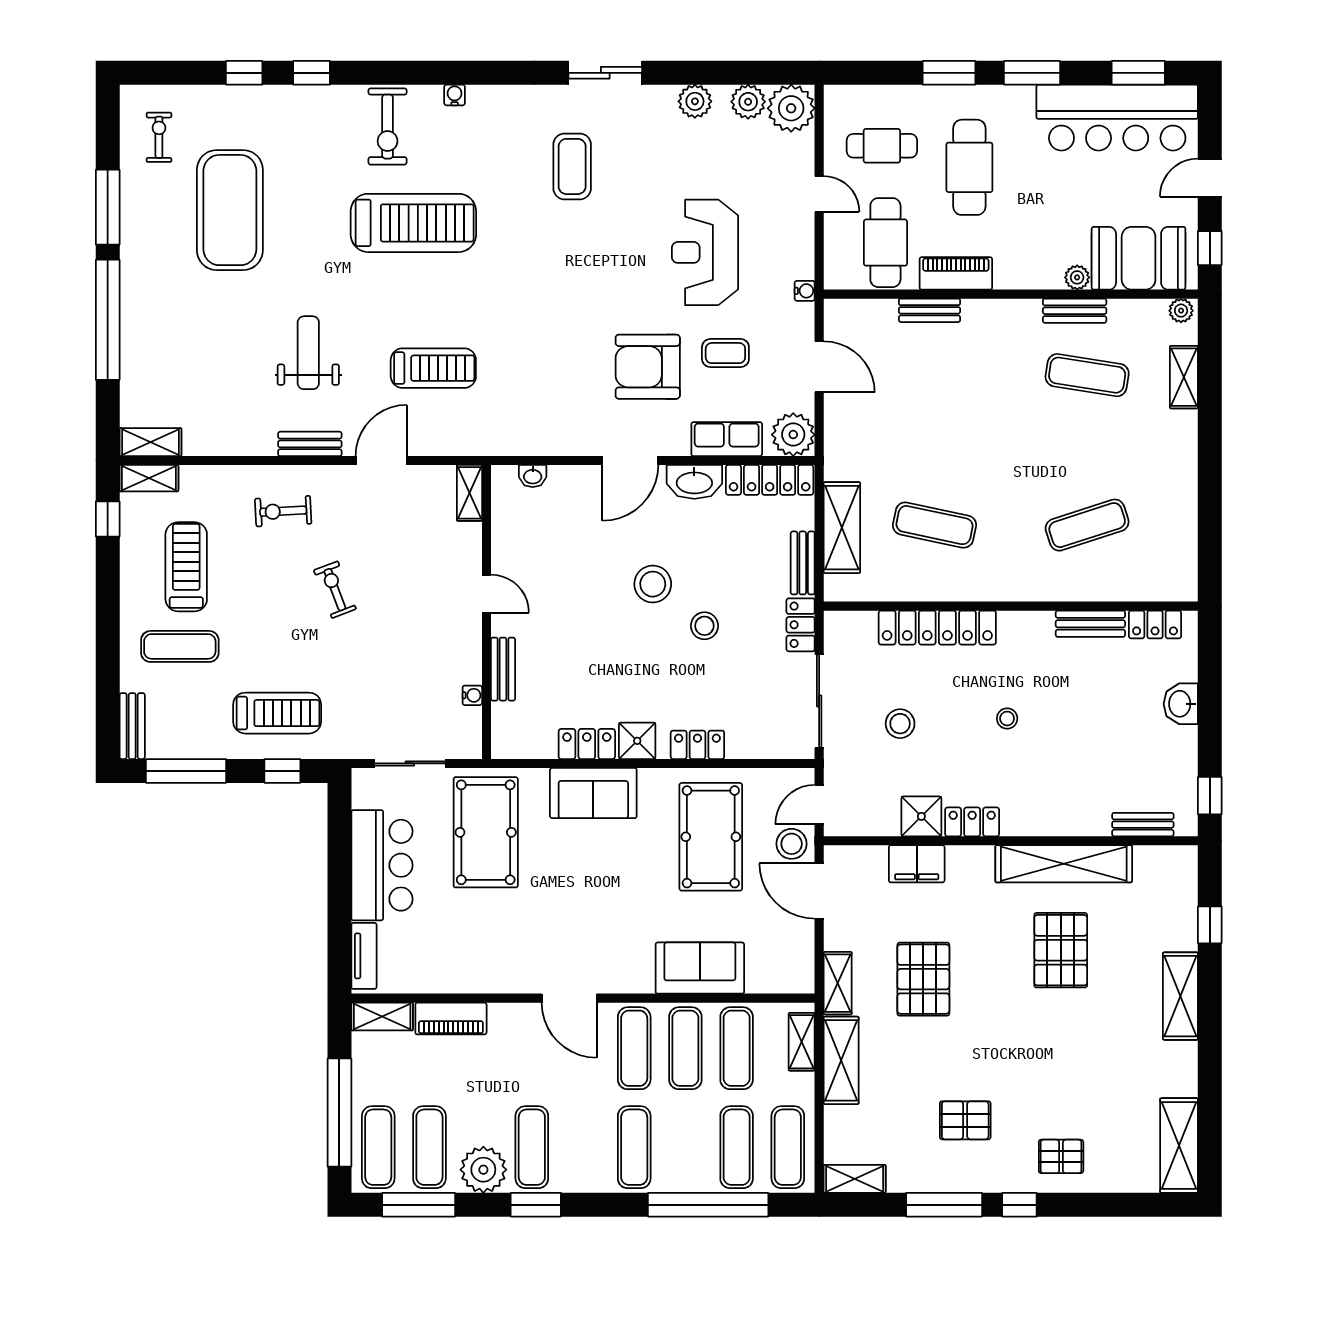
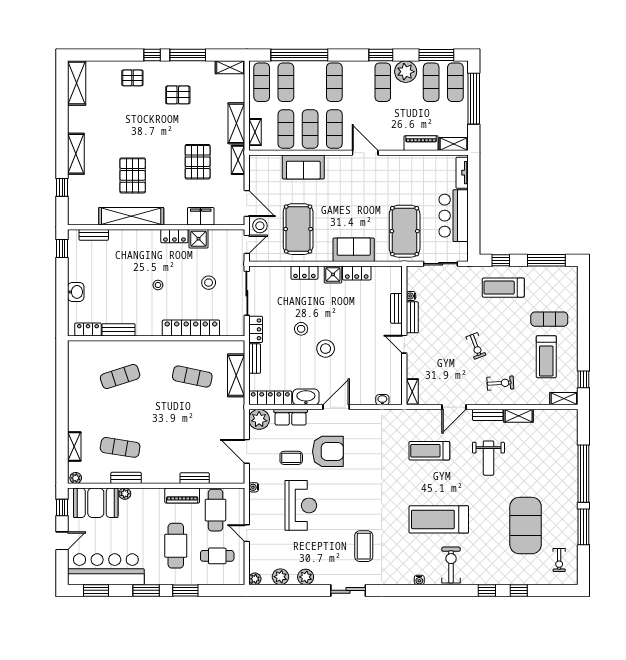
plant: (791, 108) -> (255, 579), width x0.53, depth x0.53
shelving: (151, 442) -> (519, 416), moved
bench: (132, 726) -> (412, 317), moved

